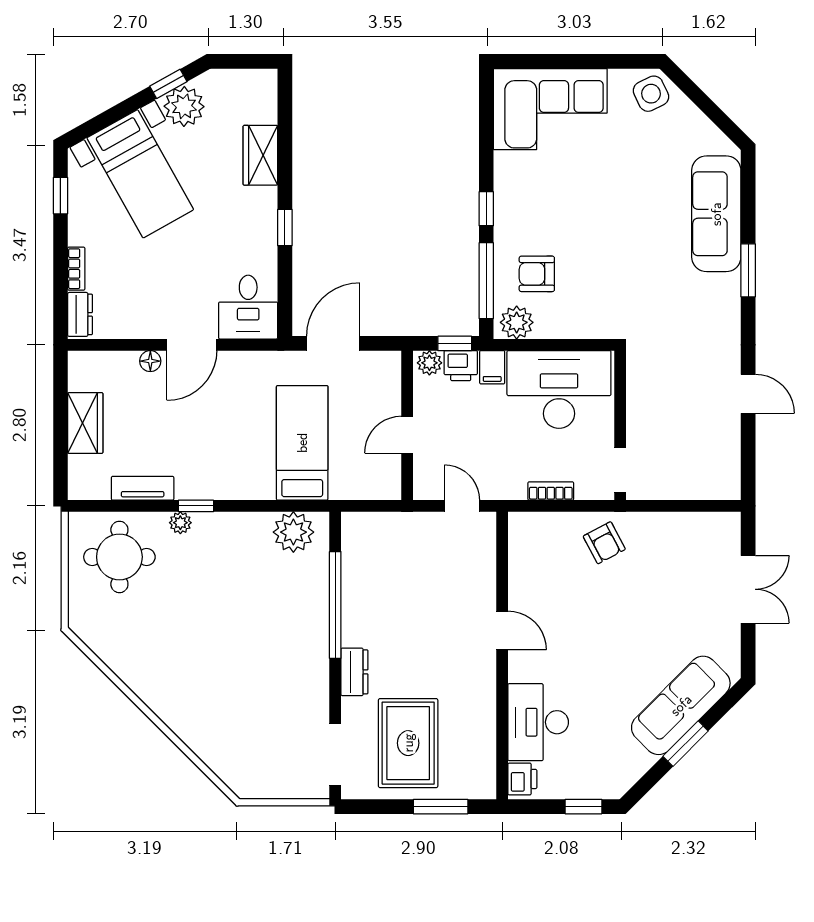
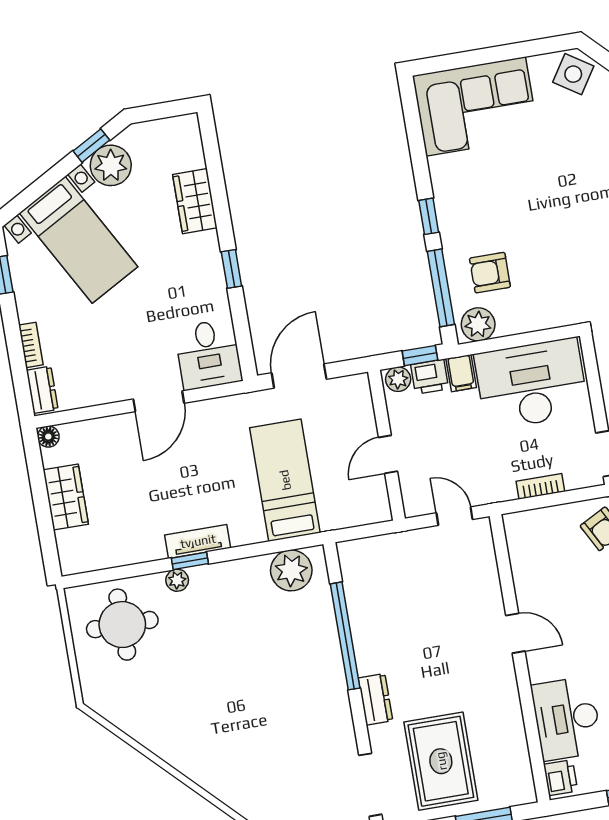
side table: (651, 94) -> (573, 74), turned -31
floor lamp: (150, 361) -> (48, 437), moved
tv unit: (143, 488) -> (198, 541), moved

